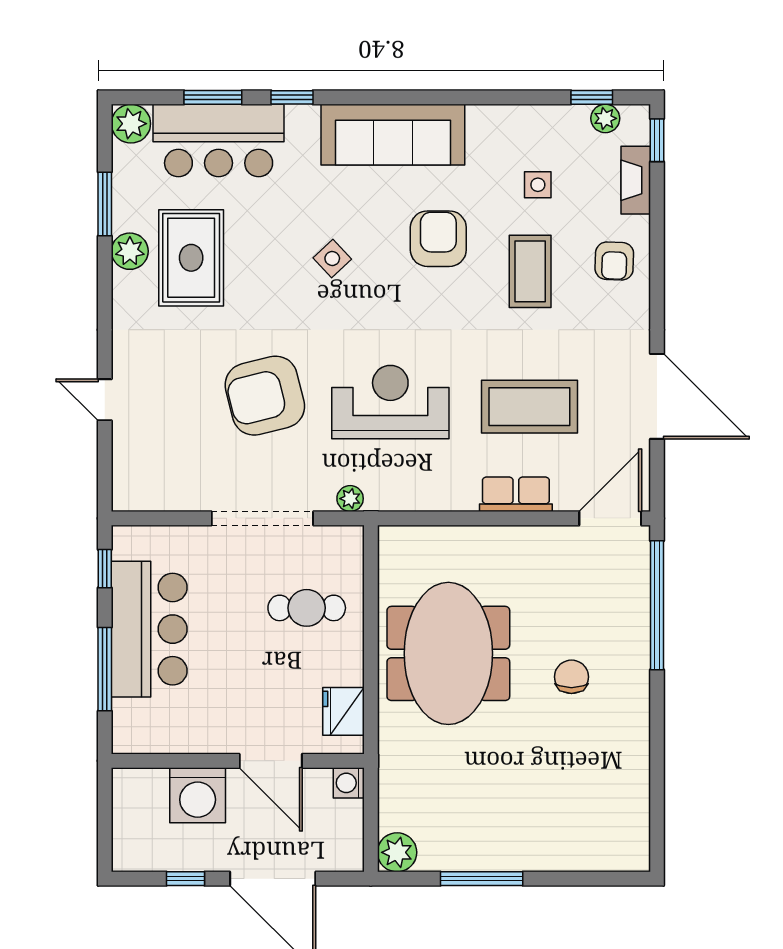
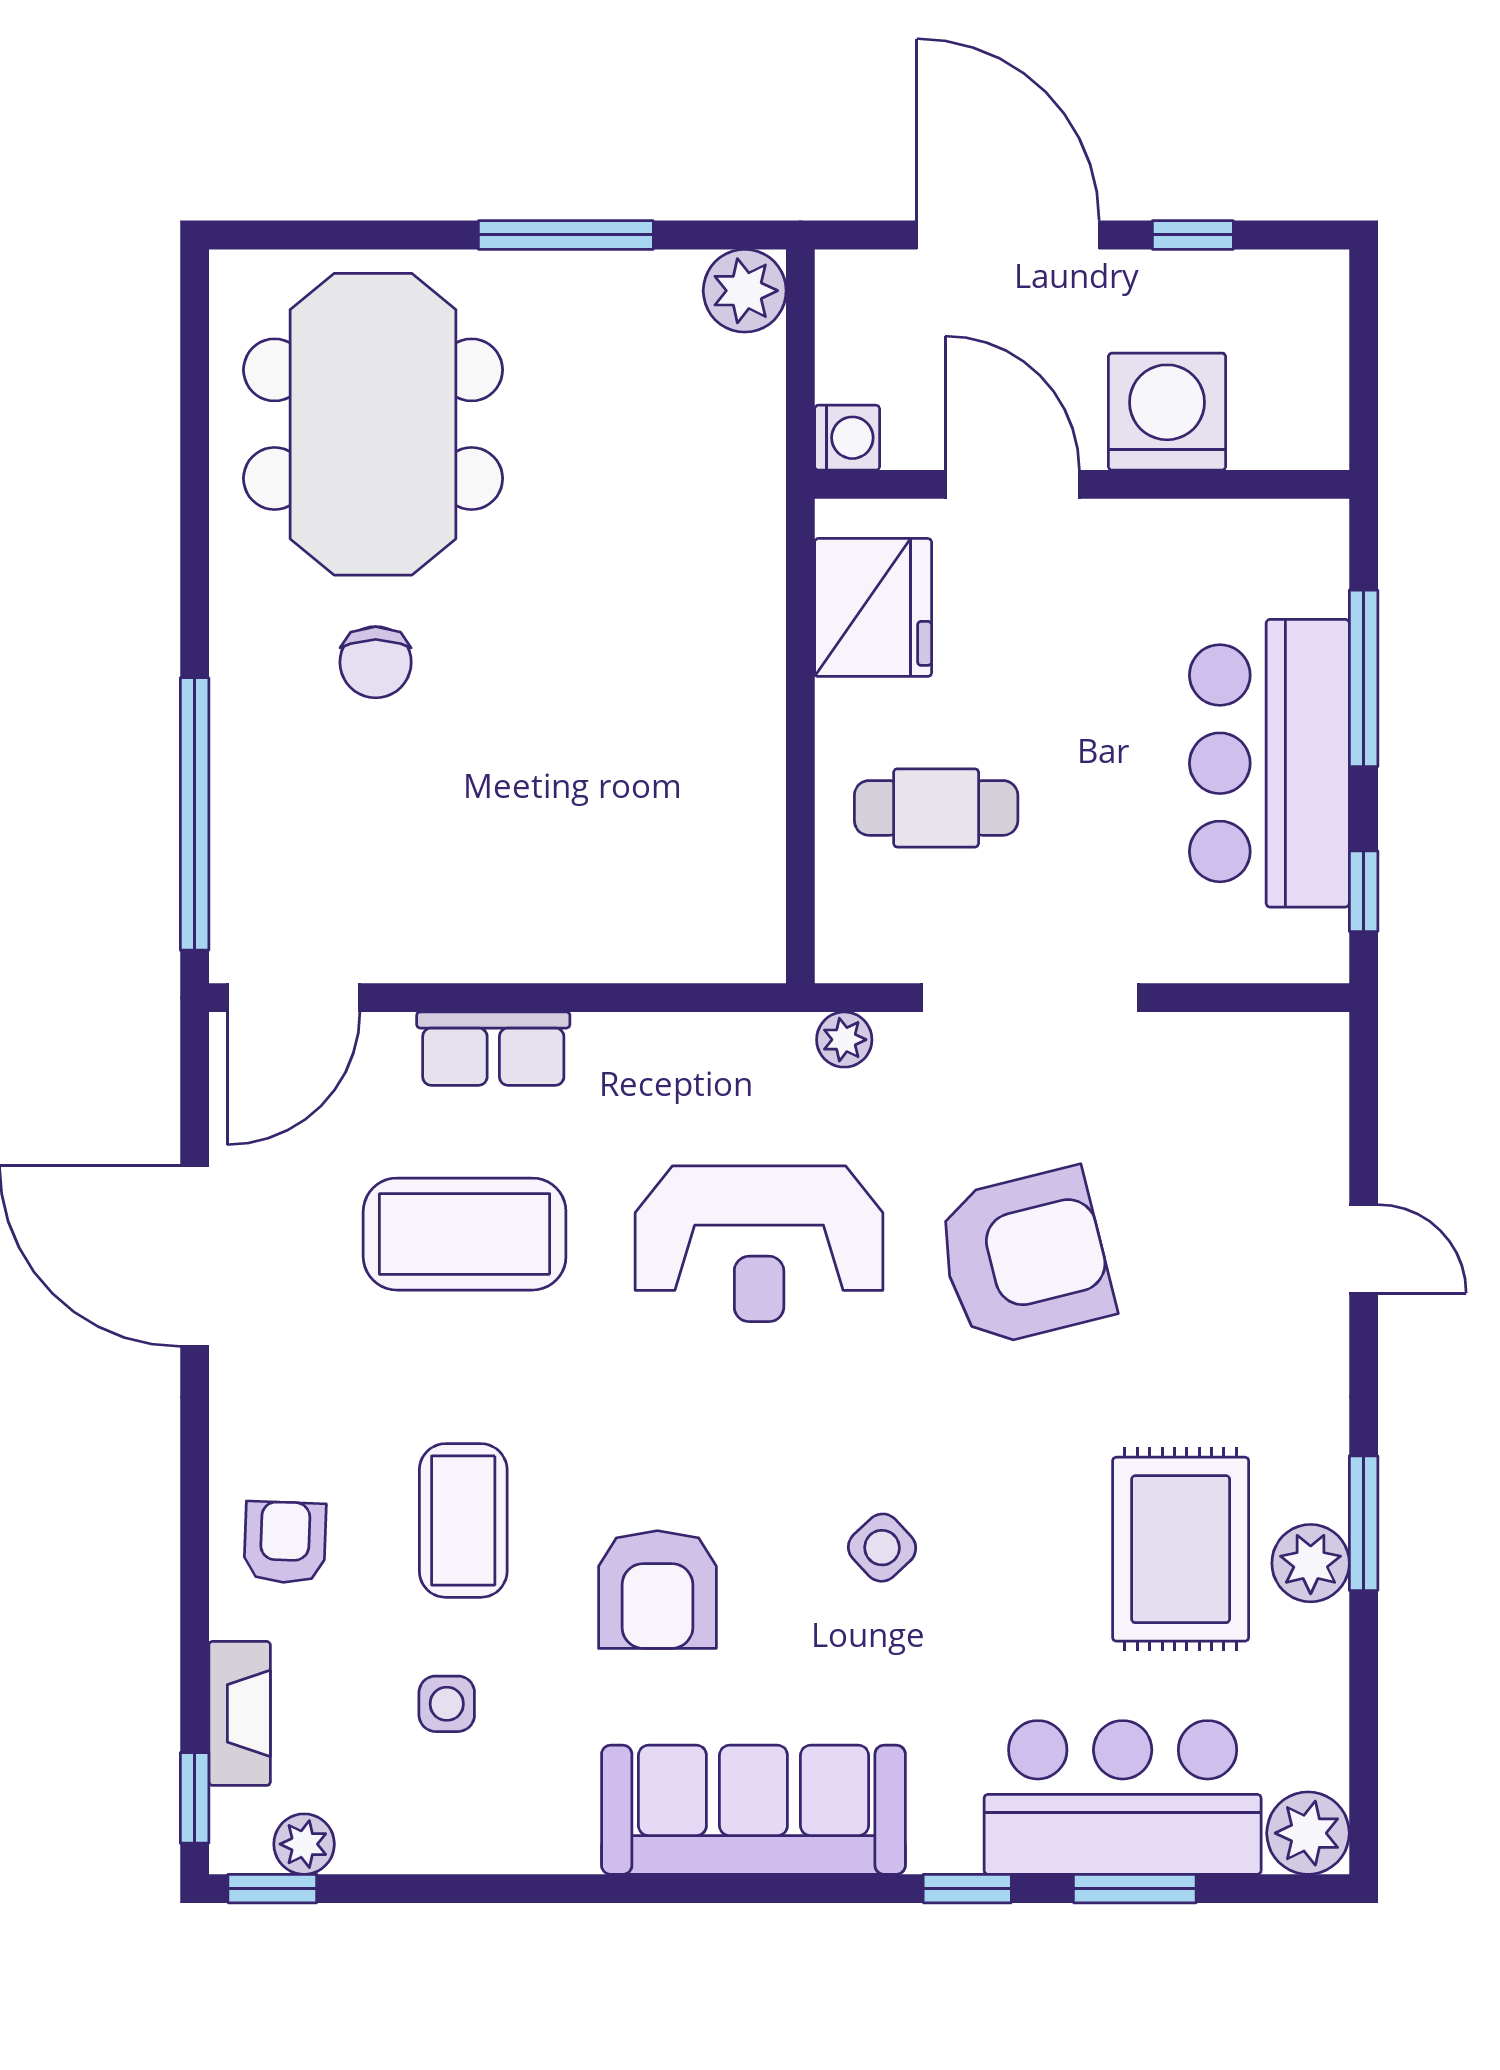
window: (592, 97) -> (272, 1889), moved
window: (105, 204) -> (1364, 1523), moved
meeting table: (448, 653) -> (373, 424), moved
fridge: (343, 711) -> (873, 607), width x1.36, depth x1.34

